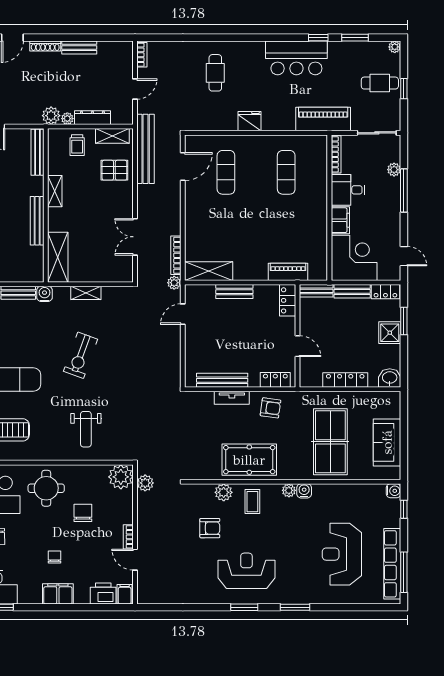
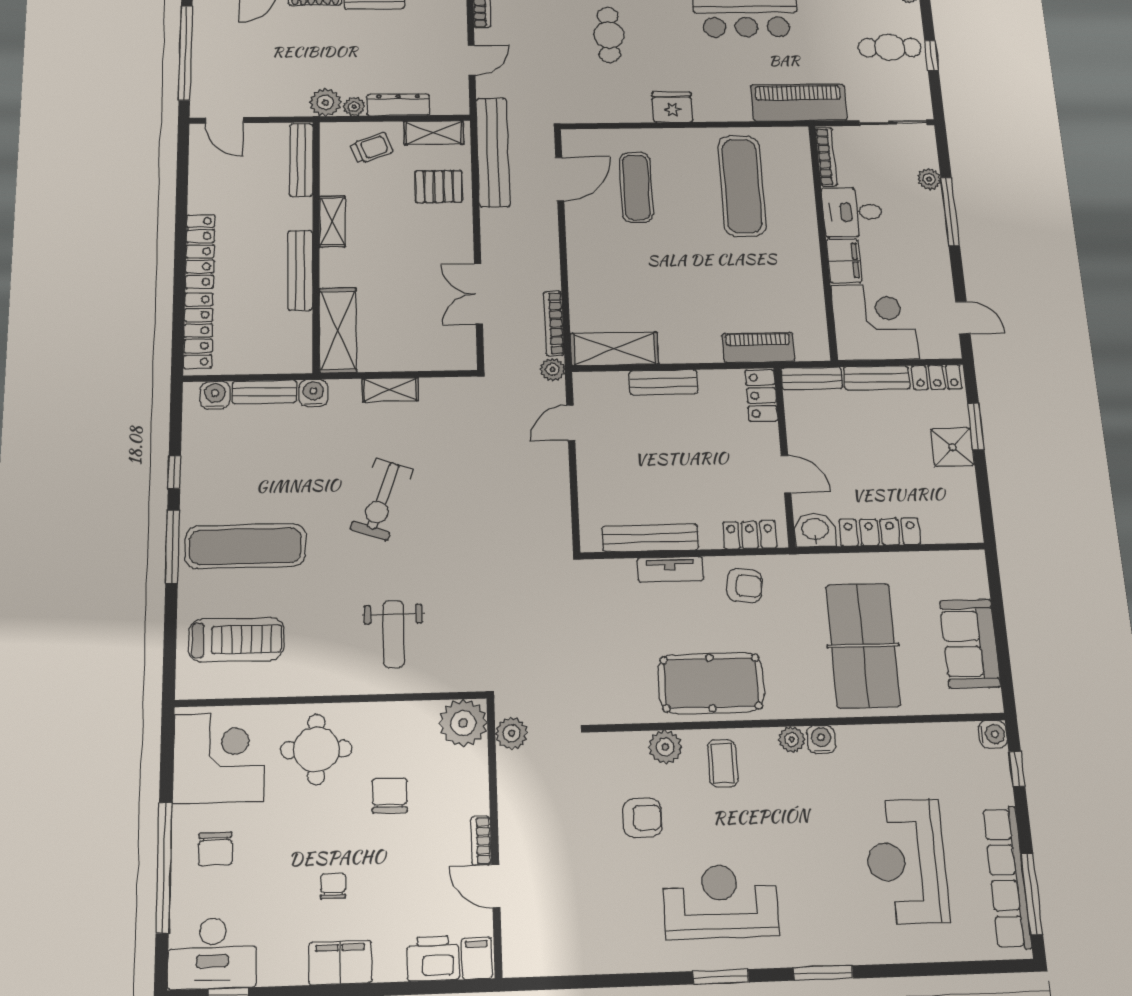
trolley: (77, 145) -> (372, 148), turned -111
exercise mat: (286, 172) -> (742, 186), width x1.36, depth x1.45
washbasin: (390, 378) -> (815, 530), moved

